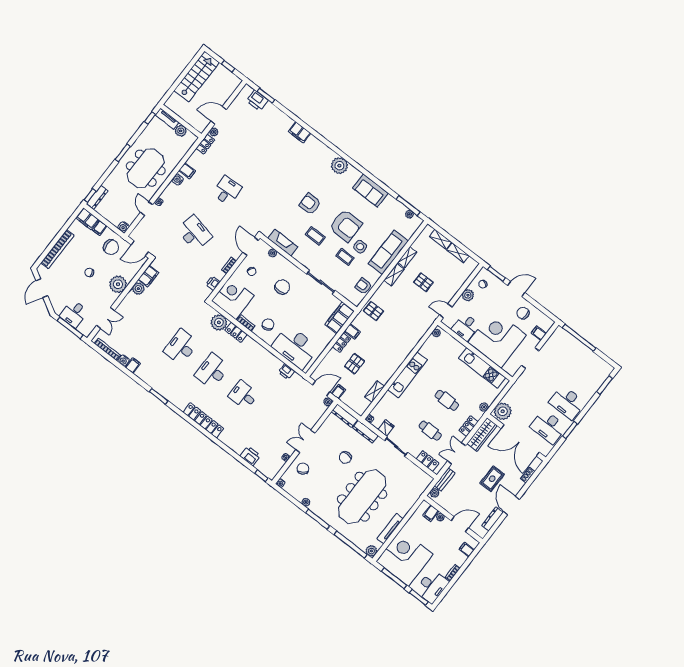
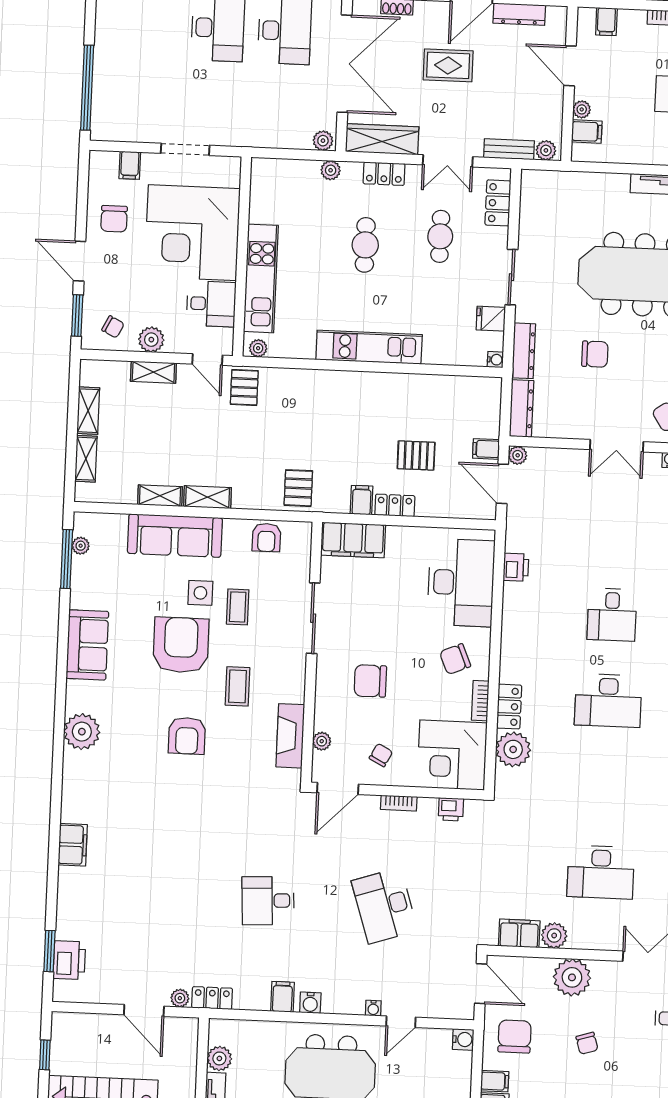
desk: (194, 233) -> (385, 906), turned -30
pallet: (423, 282) -> (244, 387), moved
desk: (181, 347) -> (601, 872), moved
kitchen unit: (482, 368) -> (261, 278), moved
shelving: (375, 392) -> (153, 372), moved
plant: (503, 411) -> (323, 141), width x0.53, depth x0.53

